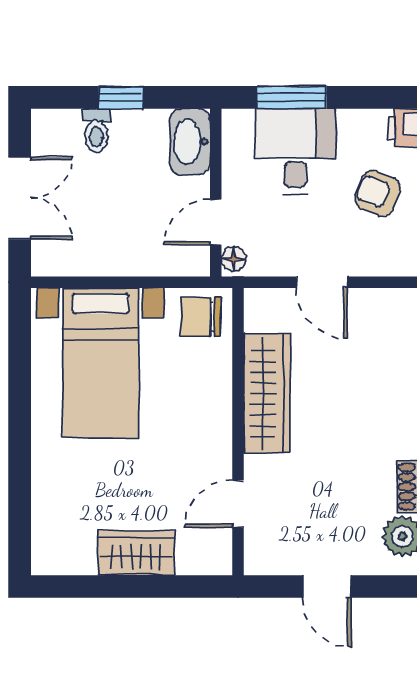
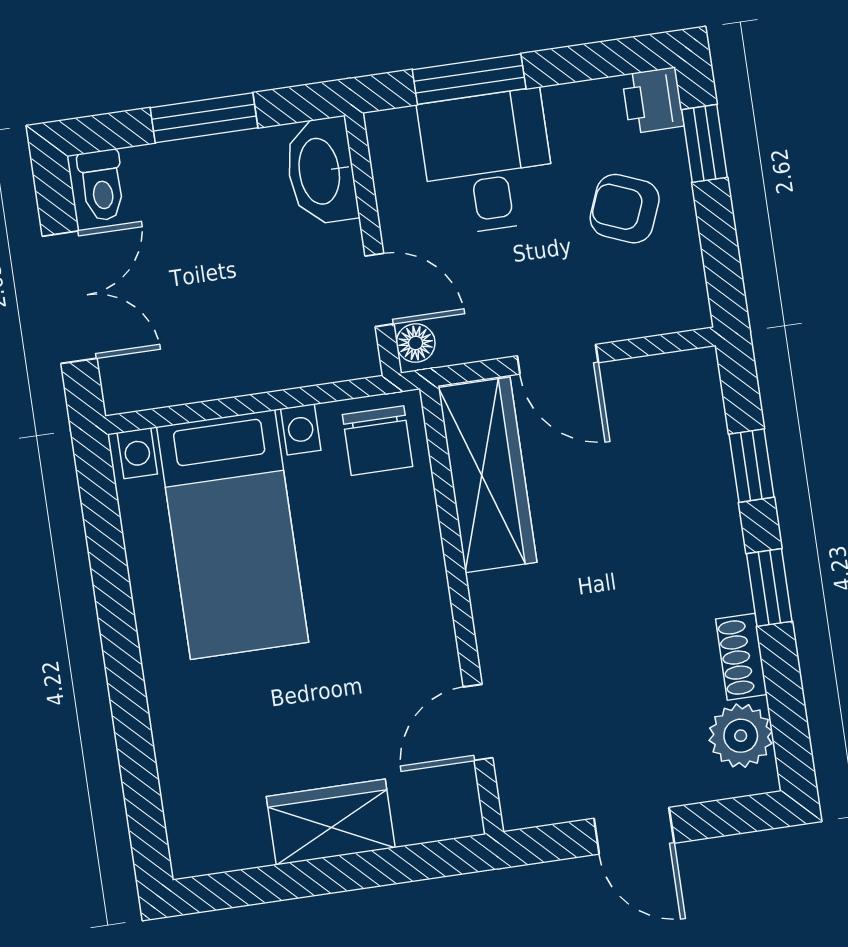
window: (121, 97) -> (204, 118), width x1.50
toilet: (96, 131) -> (102, 185), moved
door: (216, 222) -> (379, 290), swing flipped
chair: (201, 317) -> (377, 441), turned -90
wardrobe: (267, 393) -> (487, 475), moved

